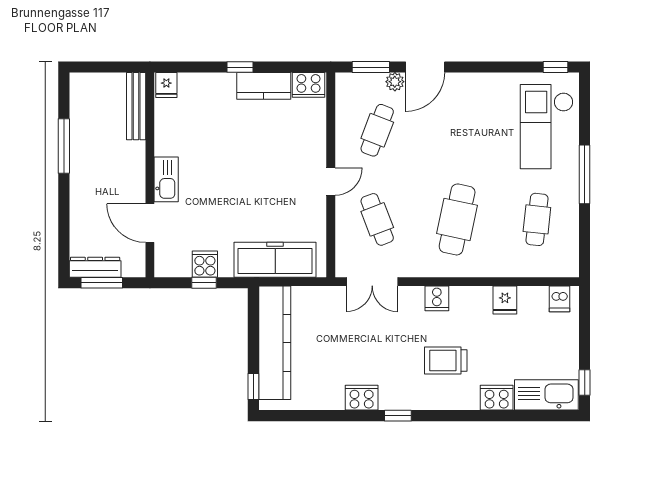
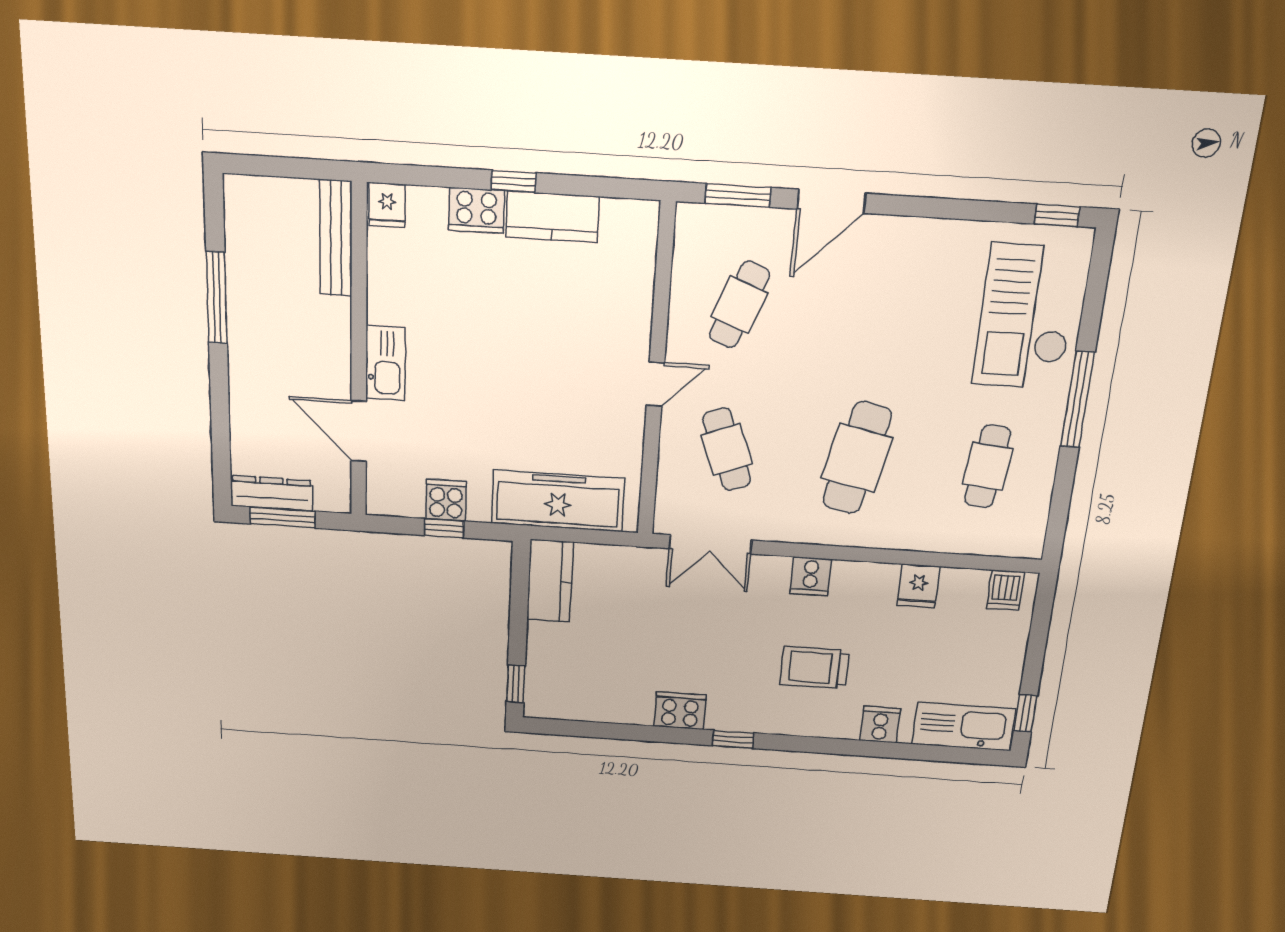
plant: (395, 82) -> (777, 224), removed
cooker: (308, 85) -> (476, 210), moved
kitchen counter: (275, 343) -> (550, 581), width x0.48, depth x0.86
cooker: (497, 398) -> (880, 725), width x0.73

